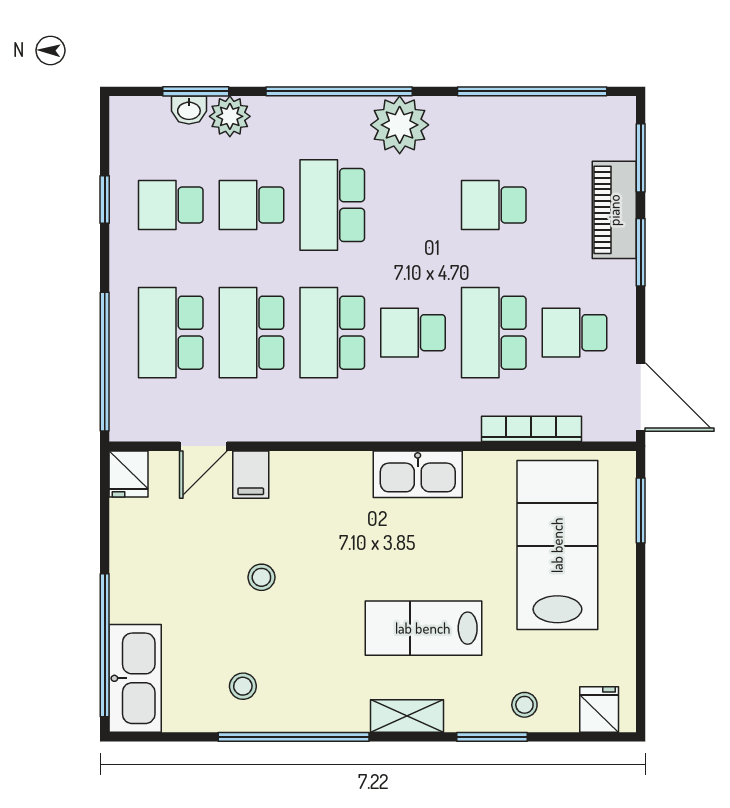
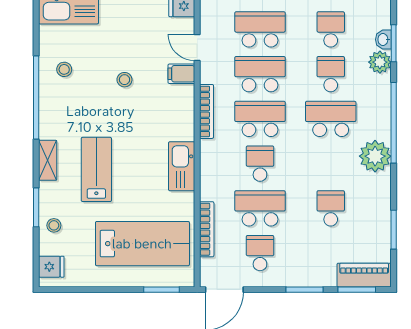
window: (532, 91) -> (394, 230), width x0.47
piano: (614, 210) -> (364, 275), moved
bookcase: (319, 429) -> (207, 111), added

